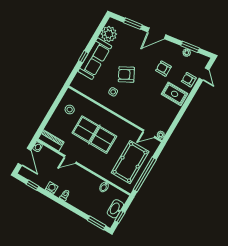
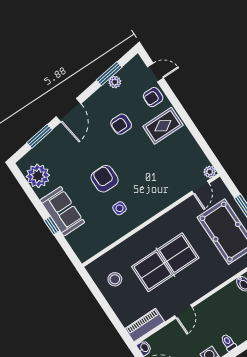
sofa: (95, 59) -> (62, 211), width x0.73
armchair: (126, 74) -> (105, 179), turned 118

